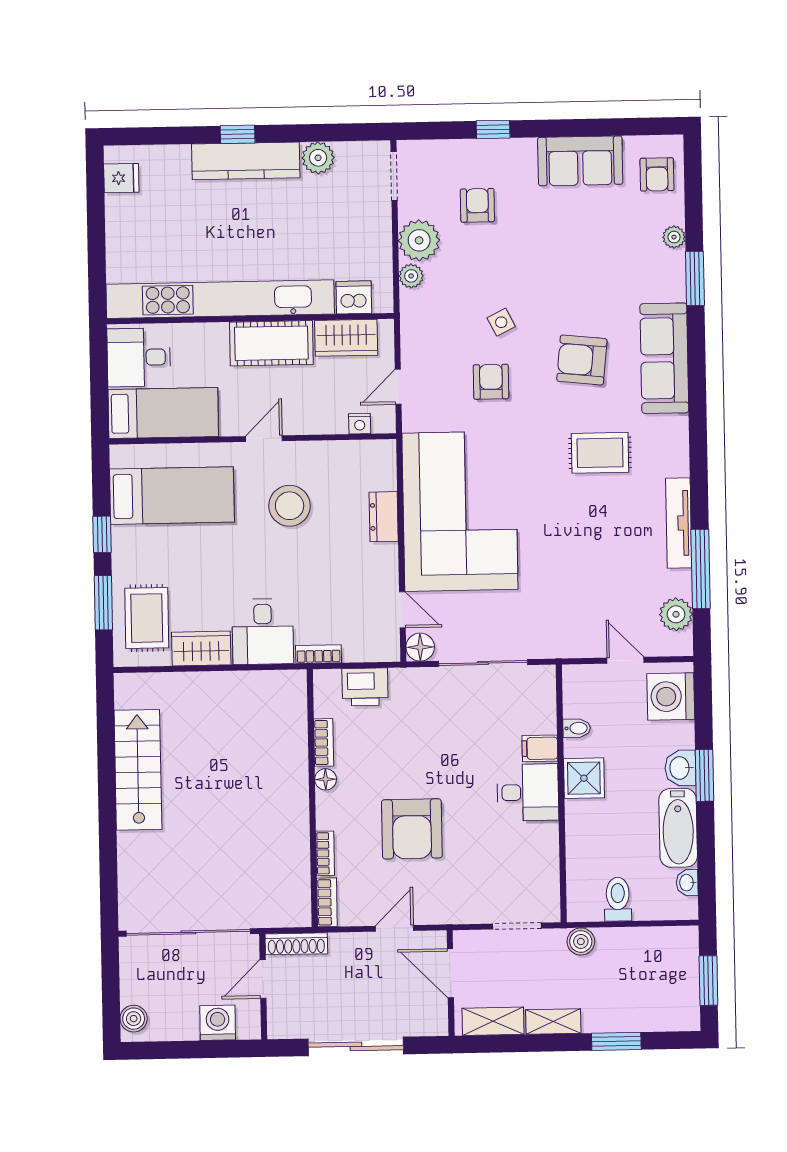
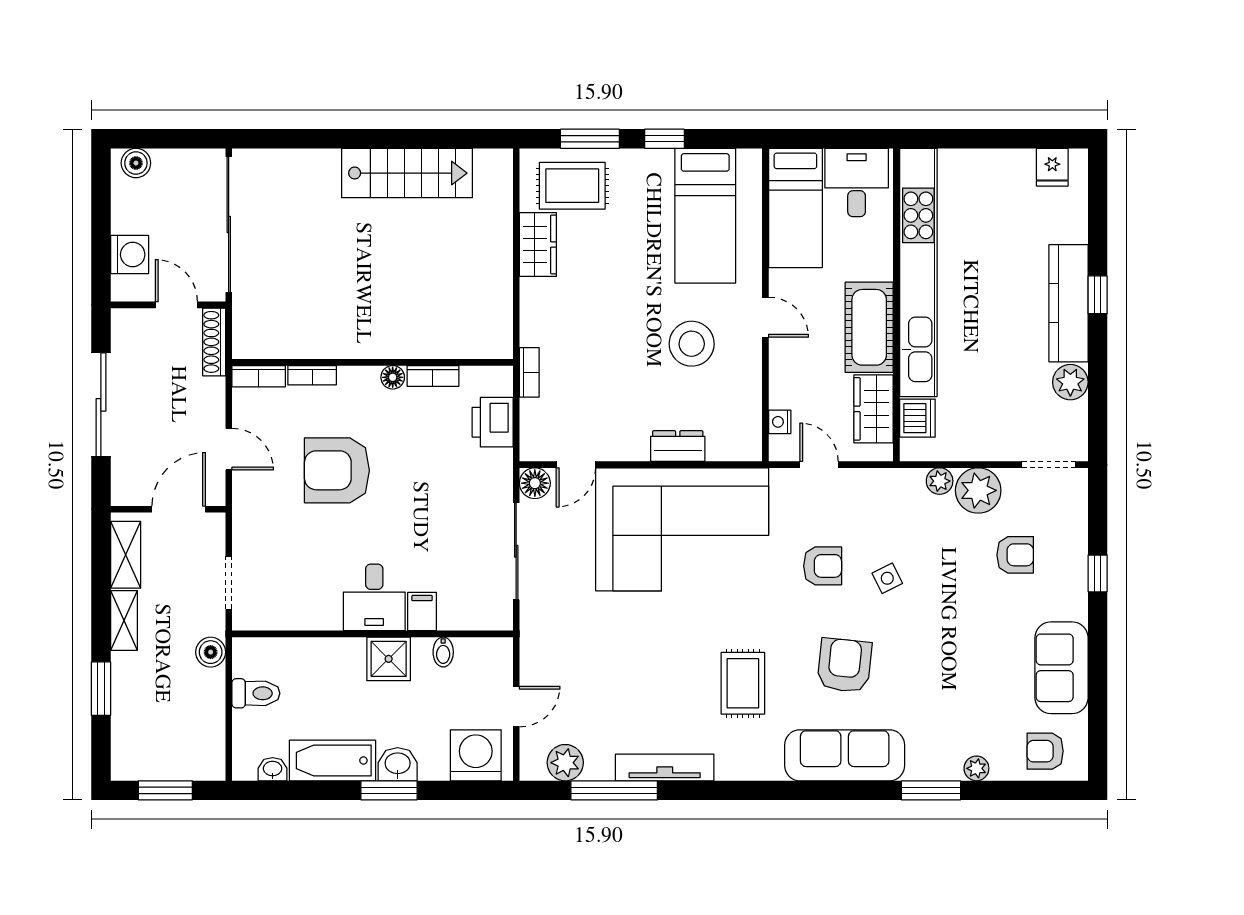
desk: (263, 632) -> (555, 312), removed

